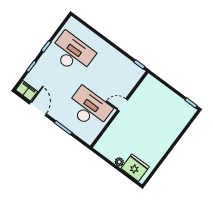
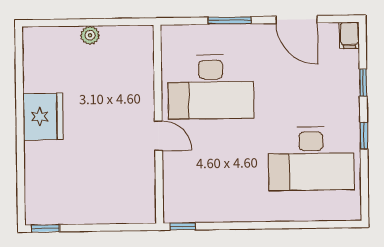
filing cabinet: (27, 91) -> (349, 35), width x0.50
door: (122, 105) -> (159, 136), hinge flipped
fridge: (135, 168) -> (43, 117), moved, turned -90

